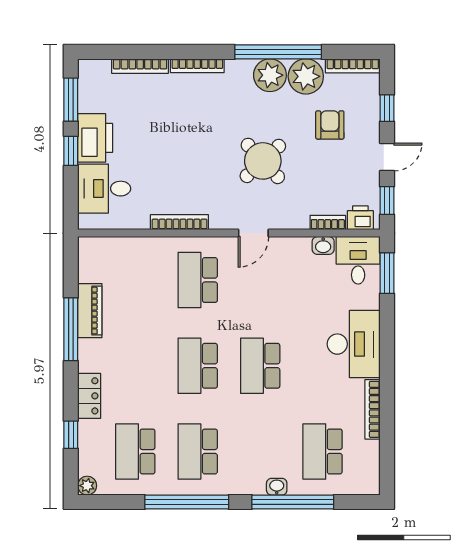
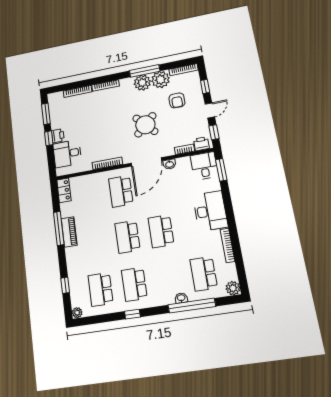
window: (278, 52) -> (145, 71), width x0.68
armchair: (330, 125) -> (177, 100), turned 180
printer: (95, 138) -> (58, 136), width x0.53, depth x0.68
door: (253, 233) -> (146, 162), width x1.88
washbasin: (323, 245) -> (170, 164), moved
piano: (90, 311) -> (69, 232), moved
locker: (89, 396) -> (64, 190), moved
plant: (368, 483) -> (233, 288), added
window: (187, 502) -> (132, 314), width x0.32

